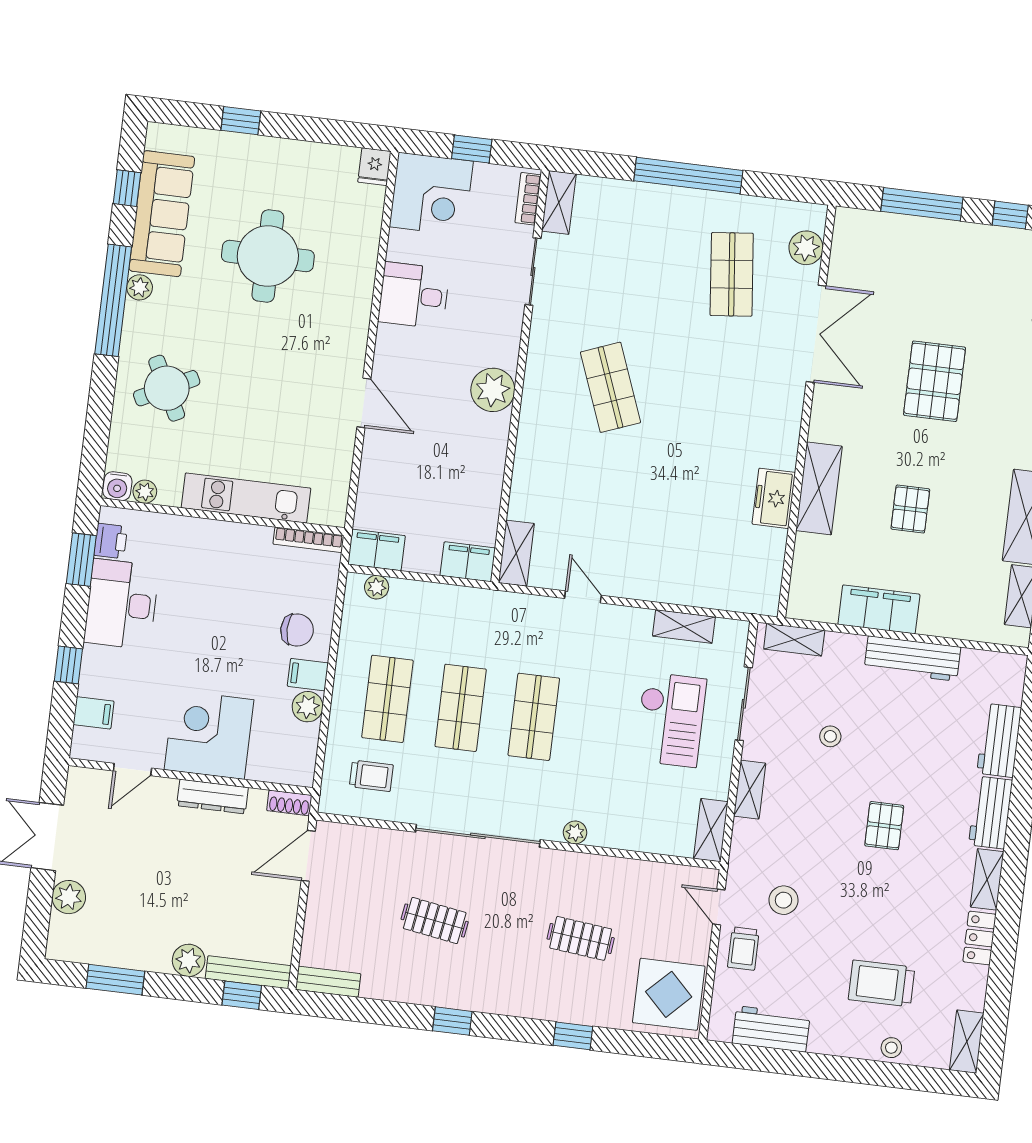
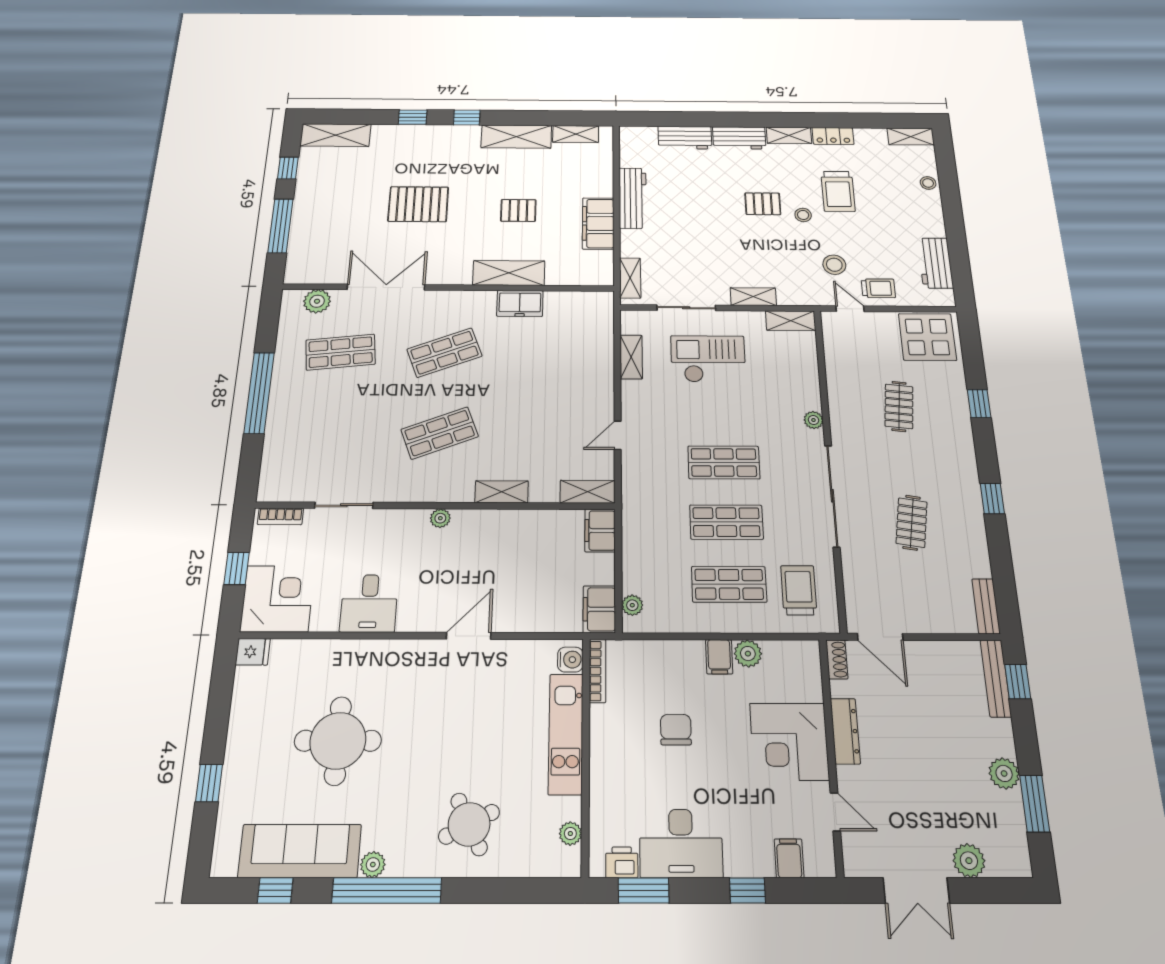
shelving: (559, 202) -> (502, 492), moved
plant: (493, 390) -> (440, 518), width x0.53, depth x0.53
shop shelf: (716, 400) -> (445, 353), added
water cooler: (117, 486) -> (570, 660), moved
chair: (297, 630) -> (676, 730), moved
stool: (830, 736) -> (803, 215), moved
trolley: (371, 776) -> (799, 590), width x1.36, depth x1.39
door: (719, 907) -> (850, 309), swing flipped
plant: (189, 960) -> (1004, 773), moved
trolley: (882, 983) -> (838, 191), moved

